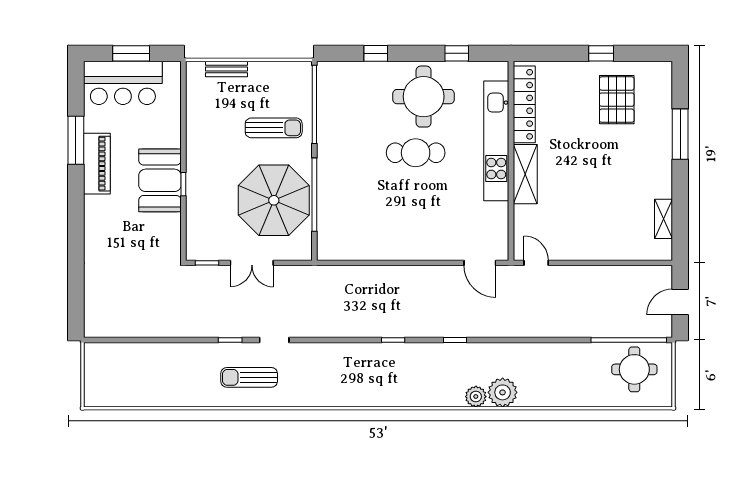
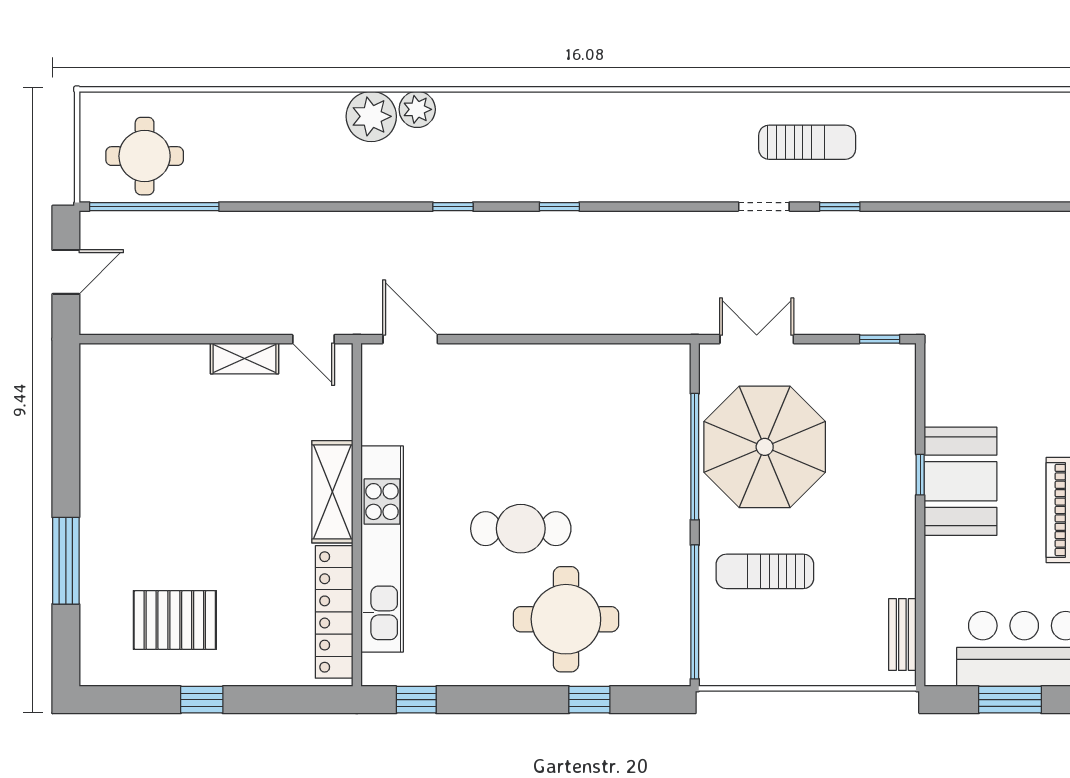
window: (457, 53) -> (416, 700), moved
bench: (226, 69) -> (902, 635), moved, turned 90
round table: (424, 97) -> (566, 619), moved
pallet: (617, 100) -> (175, 620), turned 90
shelving: (663, 219) -> (244, 358), moved, turned 90
double door: (252, 263) -> (757, 339), moved

